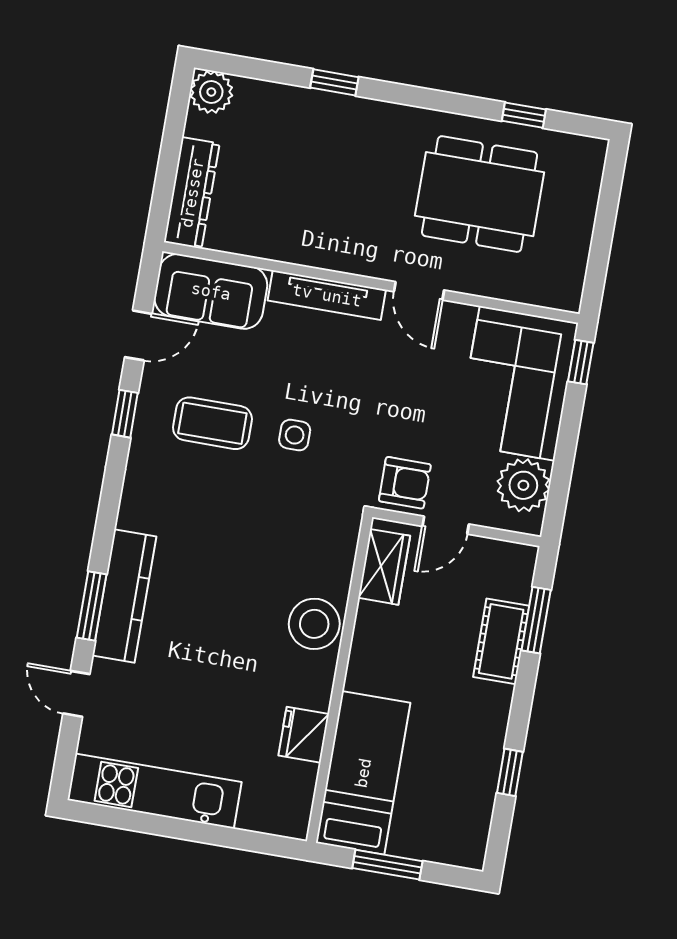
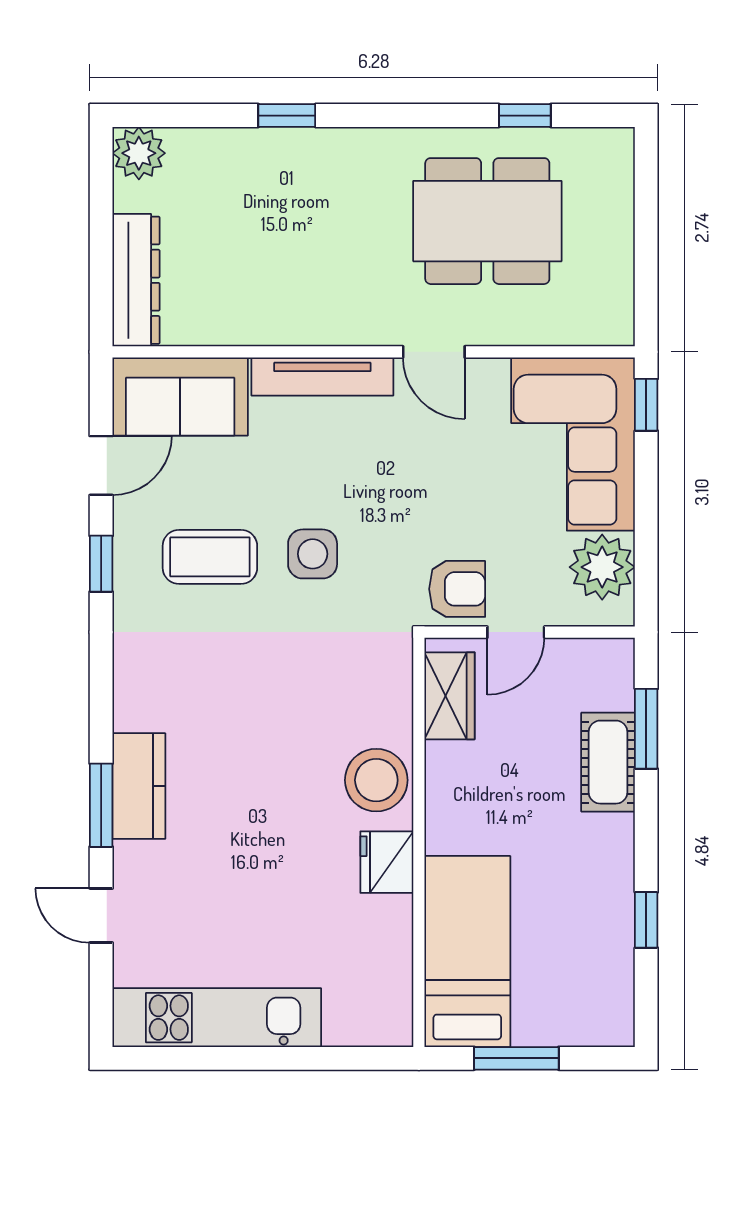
side table: (295, 435) -> (313, 554), width x1.37, depth x1.37
kitchen counter: (124, 596) -> (139, 786), width x0.67
fridge: (304, 735) -> (387, 862), moved

